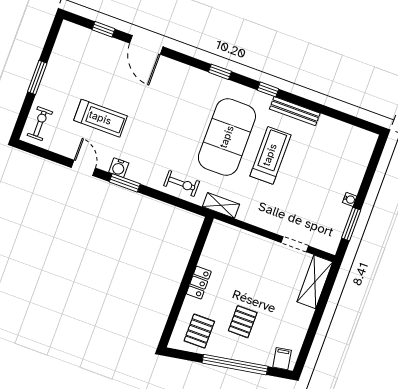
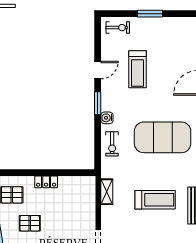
exercise mat: (227, 137) -> (163, 137), moved
water cooler: (119, 168) -> (107, 118), moved
shelving: (221, 205) -> (107, 192), moved

